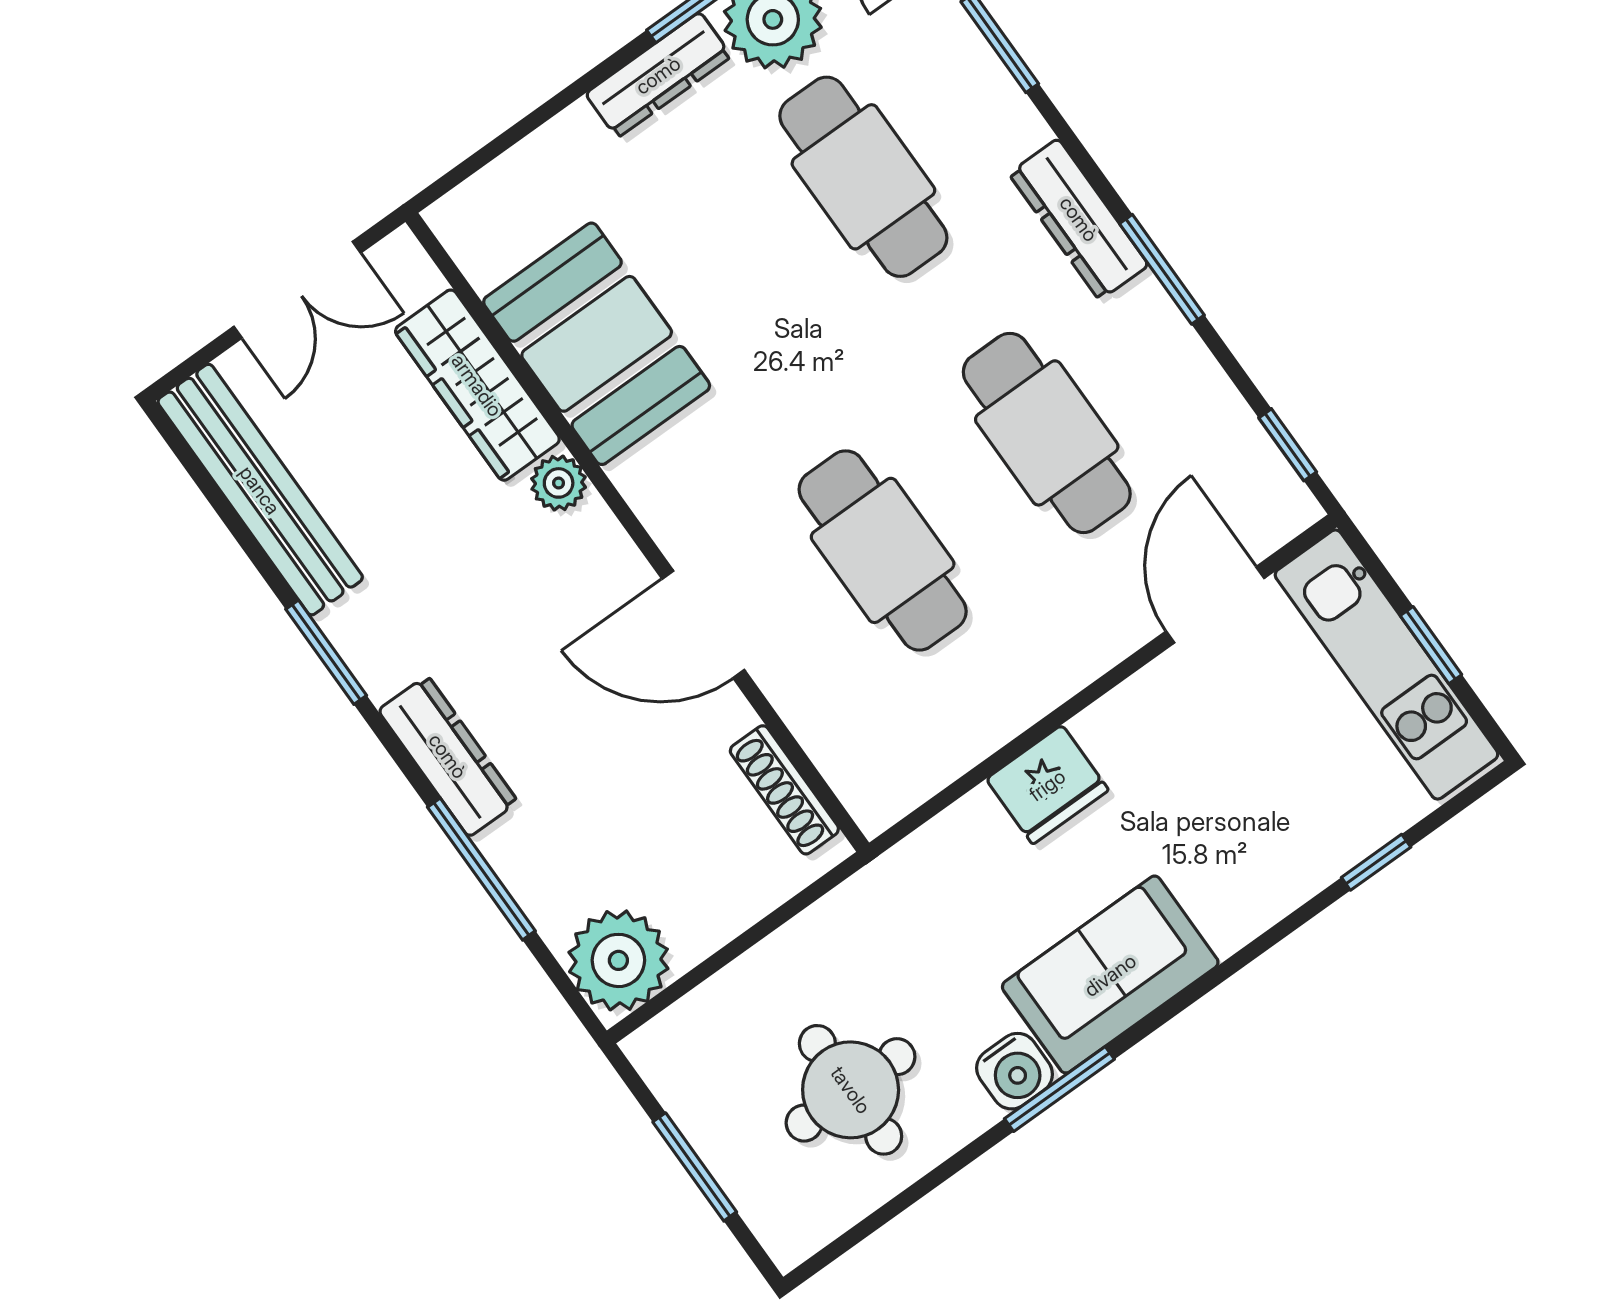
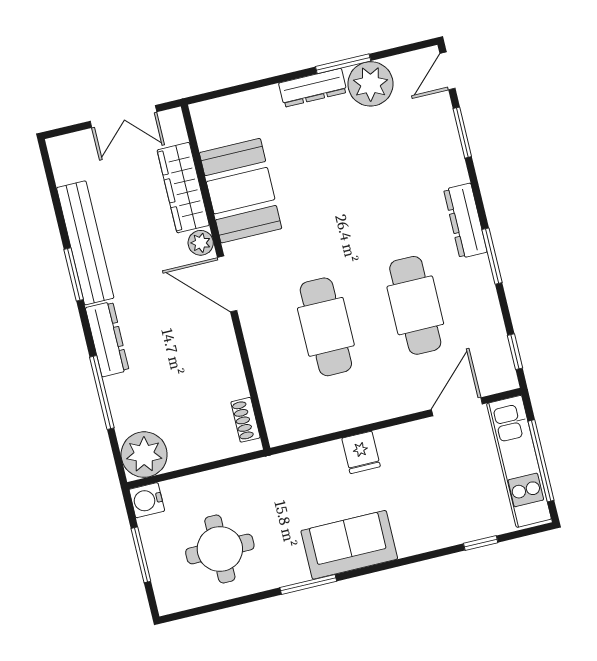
cafe table: (863, 177) -> (382, 166), removed
bench: (260, 490) -> (85, 243), moved
door: (703, 624) -> (227, 284), moved
window: (1431, 645) -> (541, 461), width x2.17
fridge: (1047, 785) -> (361, 452), width x0.72
shoe rack: (784, 790) -> (245, 420), width x0.70
water cooler: (1015, 1071) -> (147, 500), moved, turned 90

